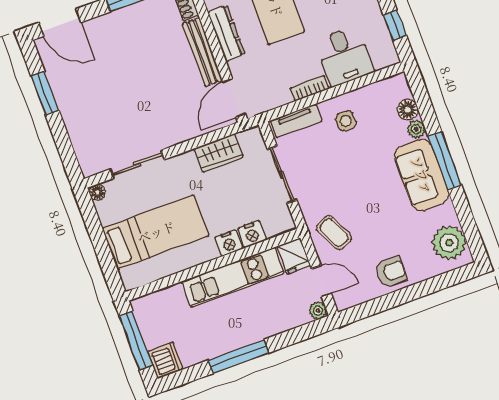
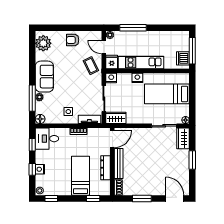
desk: (344, 56) -> (47, 139), moved, turned -90
window: (45, 93) -> (192, 160), moved
floor lamp: (408, 110) -> (40, 119), moved
wardrobe: (89, 153) -> (183, 138), added
wardrobe: (219, 153) -> (116, 118), moved
window: (445, 161) -> (32, 98), moved
nightstand: (252, 234) -> (111, 78), moved
window: (238, 357) -> (133, 28), moved
dishwasher: (165, 360) -> (183, 58), moved

